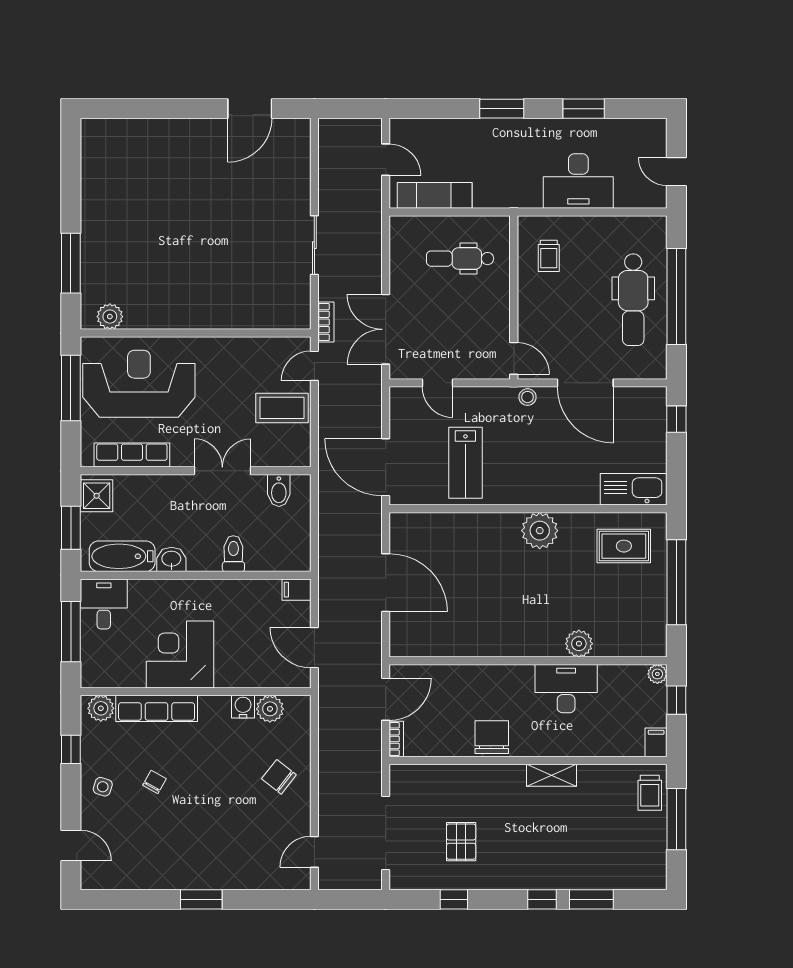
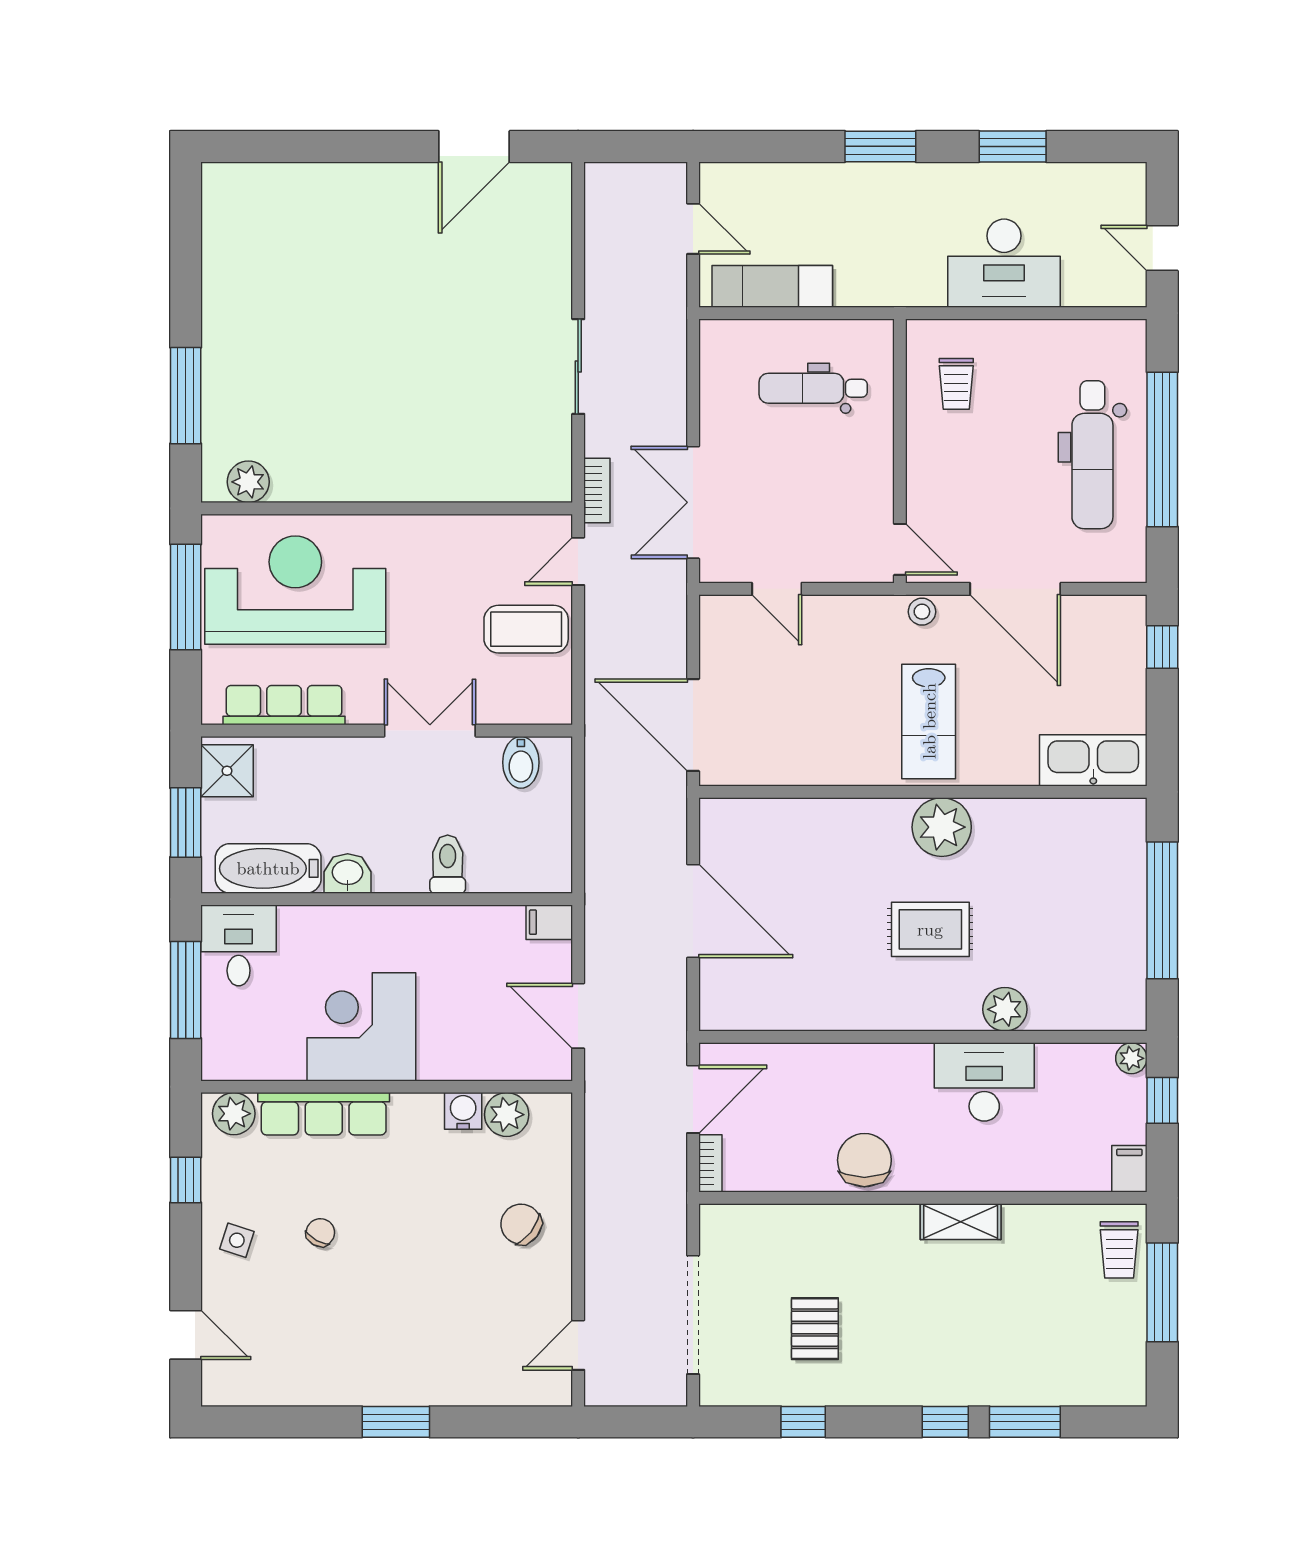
lab bench: (465, 463) -> (929, 721), moved
rug: (624, 546) -> (930, 929), moved

